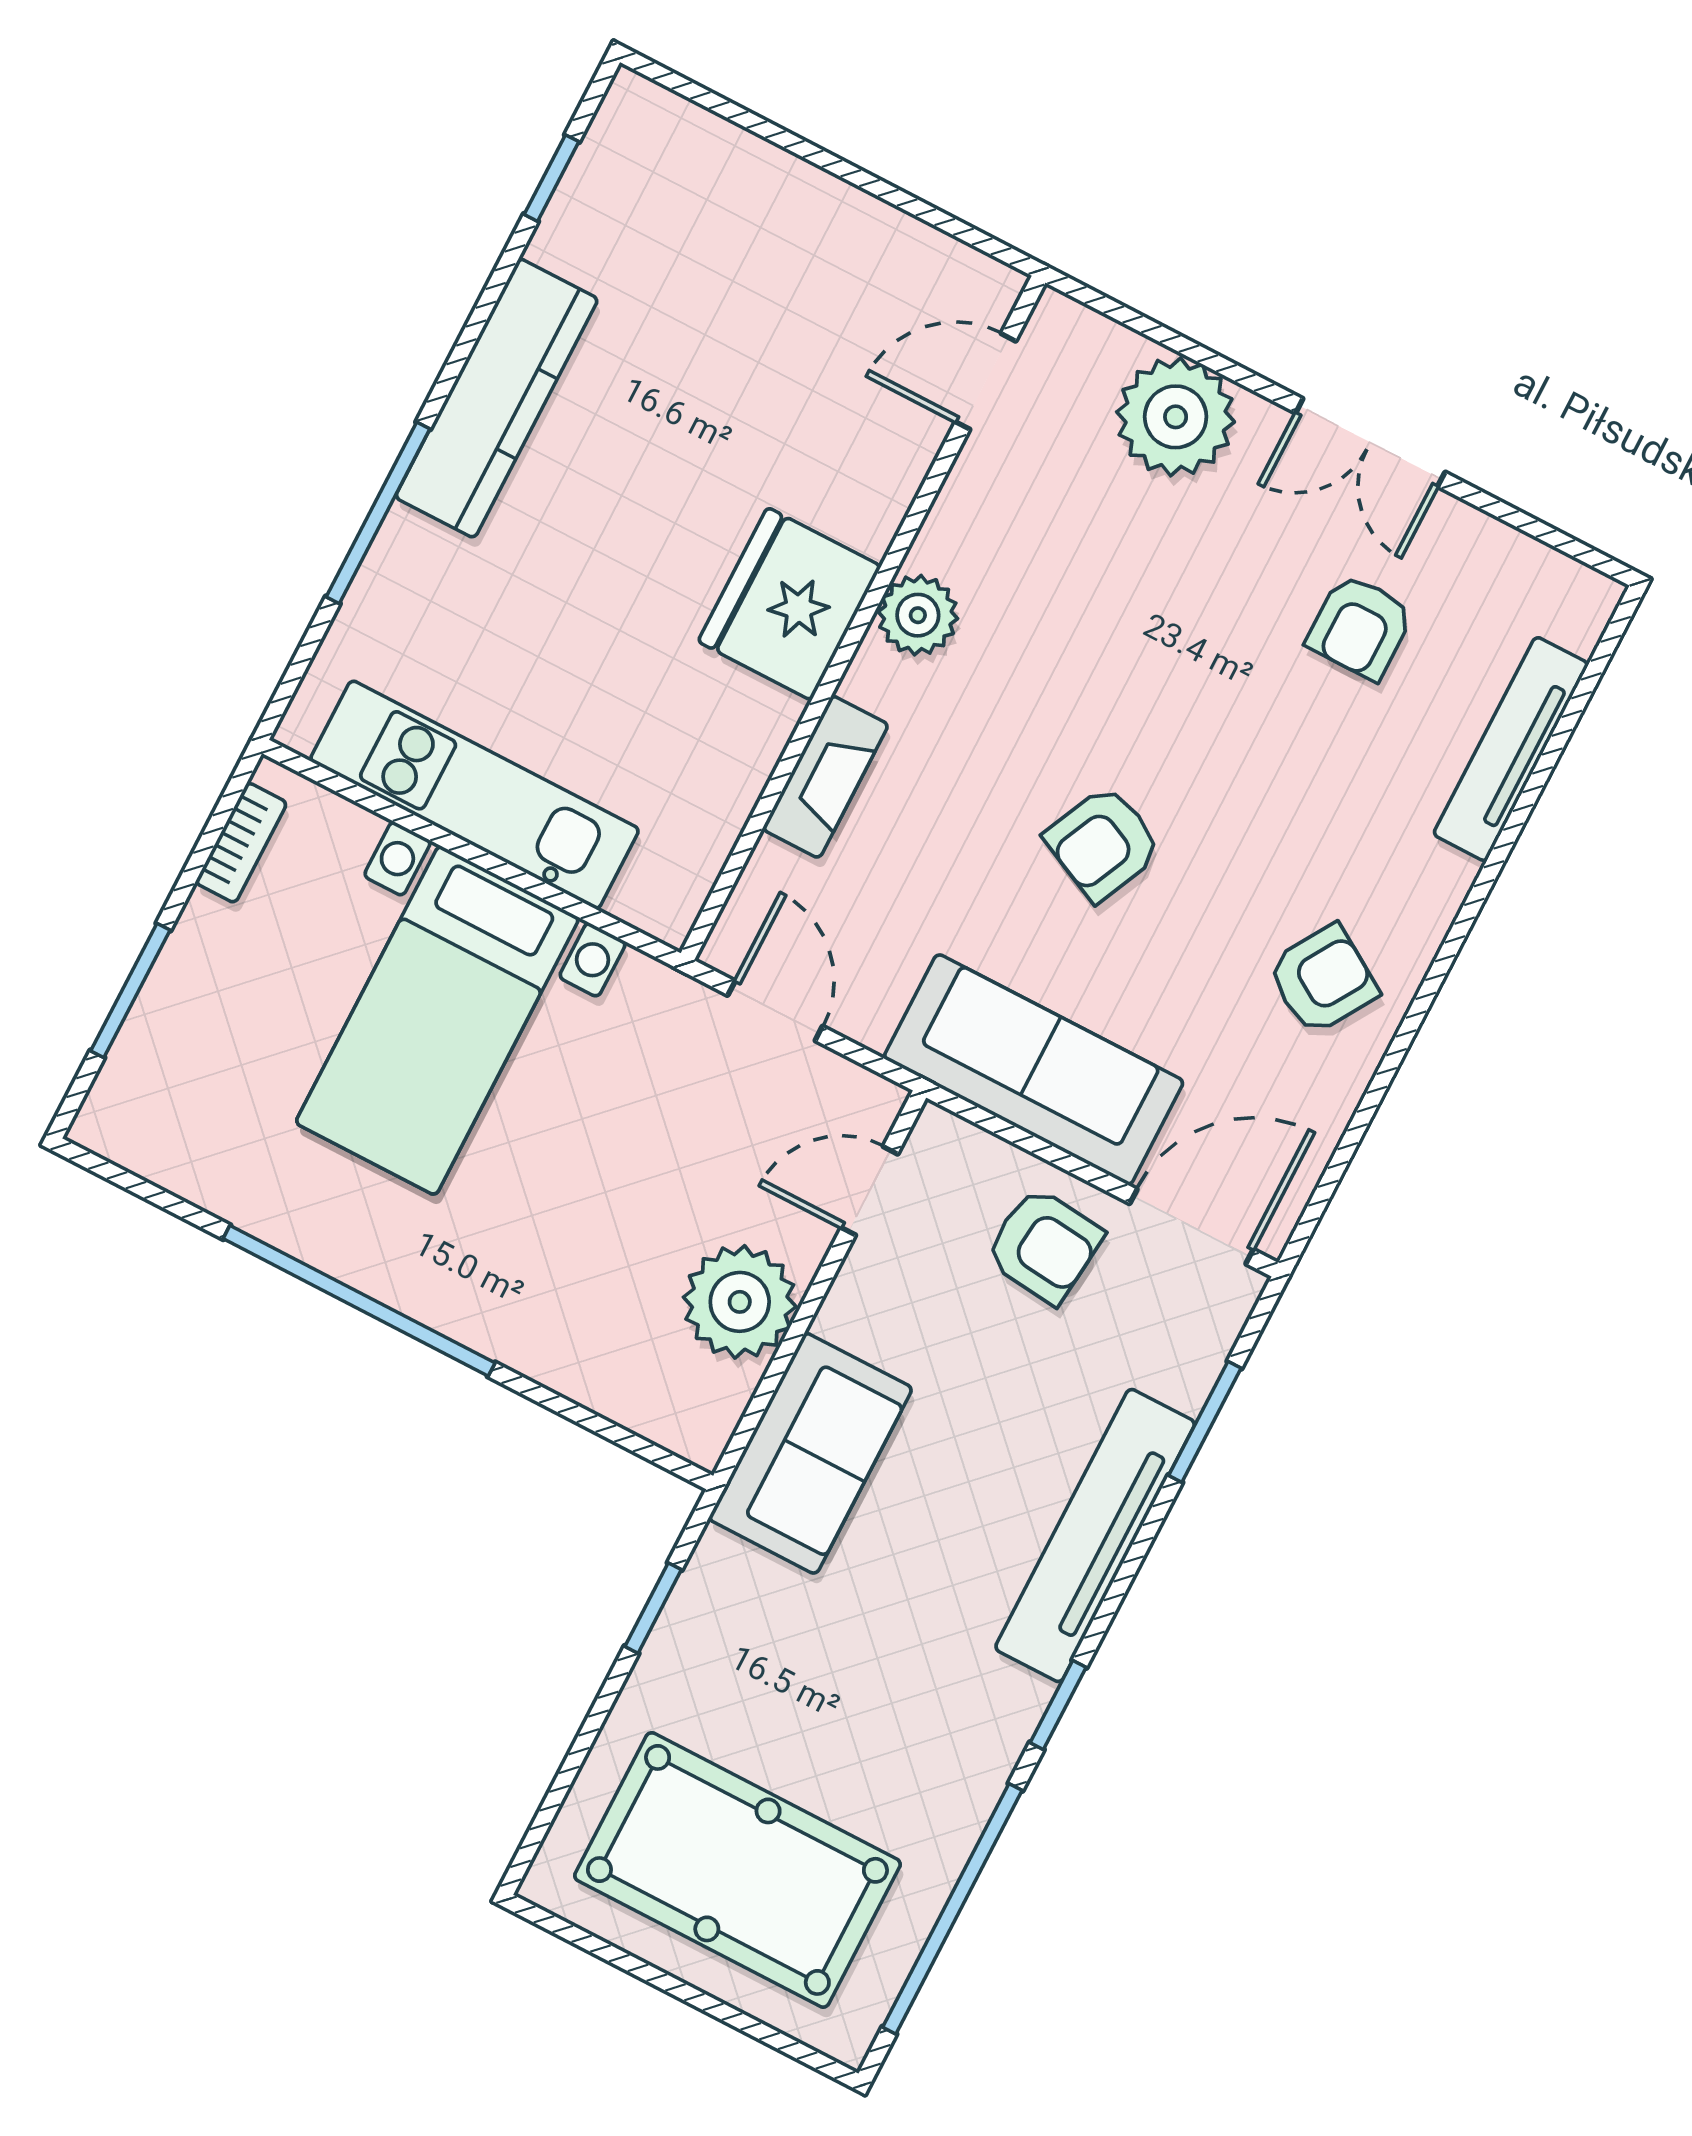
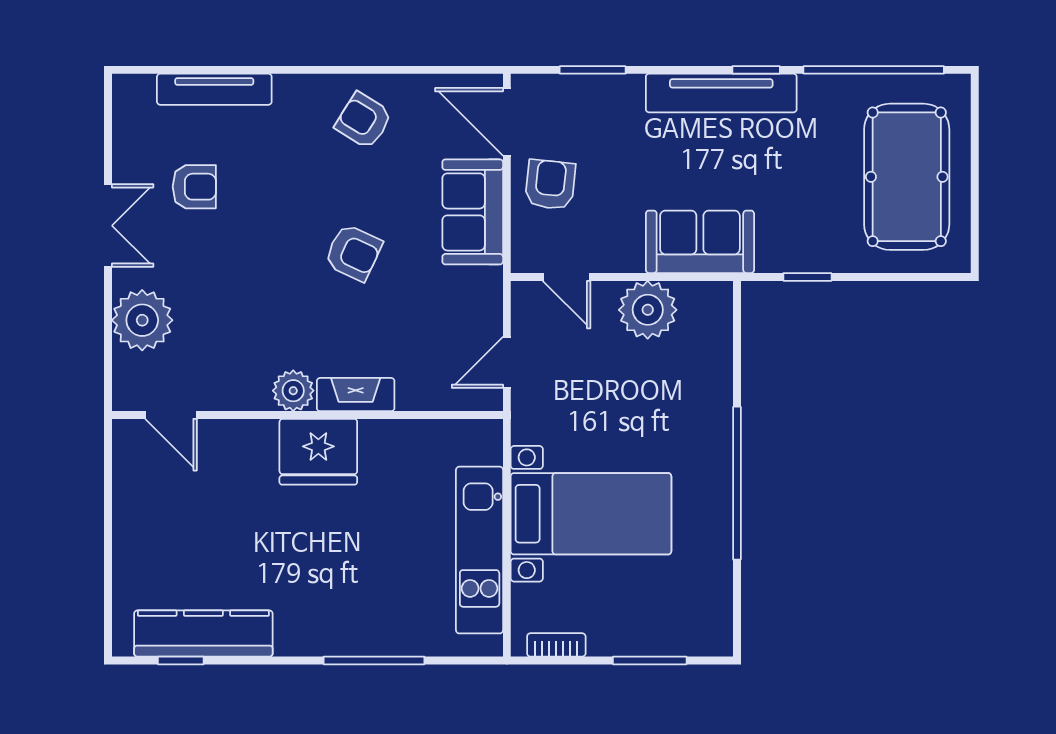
kitchen counter: (497, 398) -> (203, 634), moved
fireplace: (825, 777) -> (356, 395), moved
sofa: (1034, 1070) -> (473, 212), width x0.73
tv unit: (1095, 1535) -> (721, 93), moved

